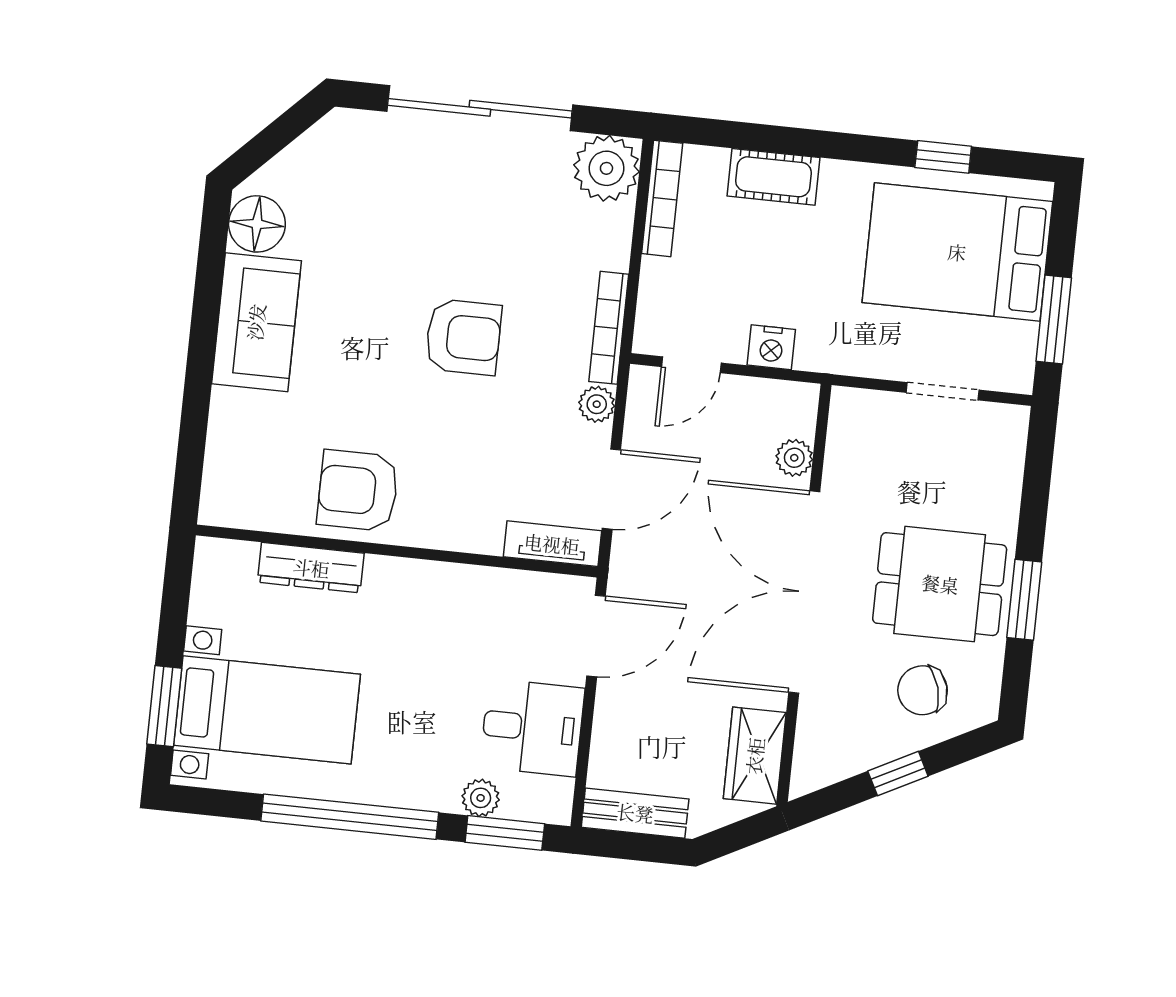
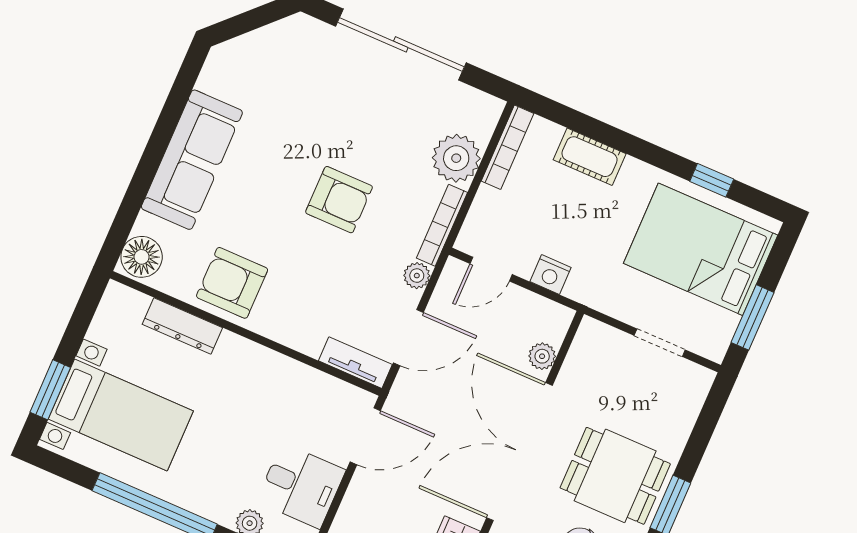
plant: (606, 168) -> (456, 158), moved
floor lamp: (257, 224) -> (142, 257), moved
sofa: (256, 322) -> (192, 160), width x1.36

